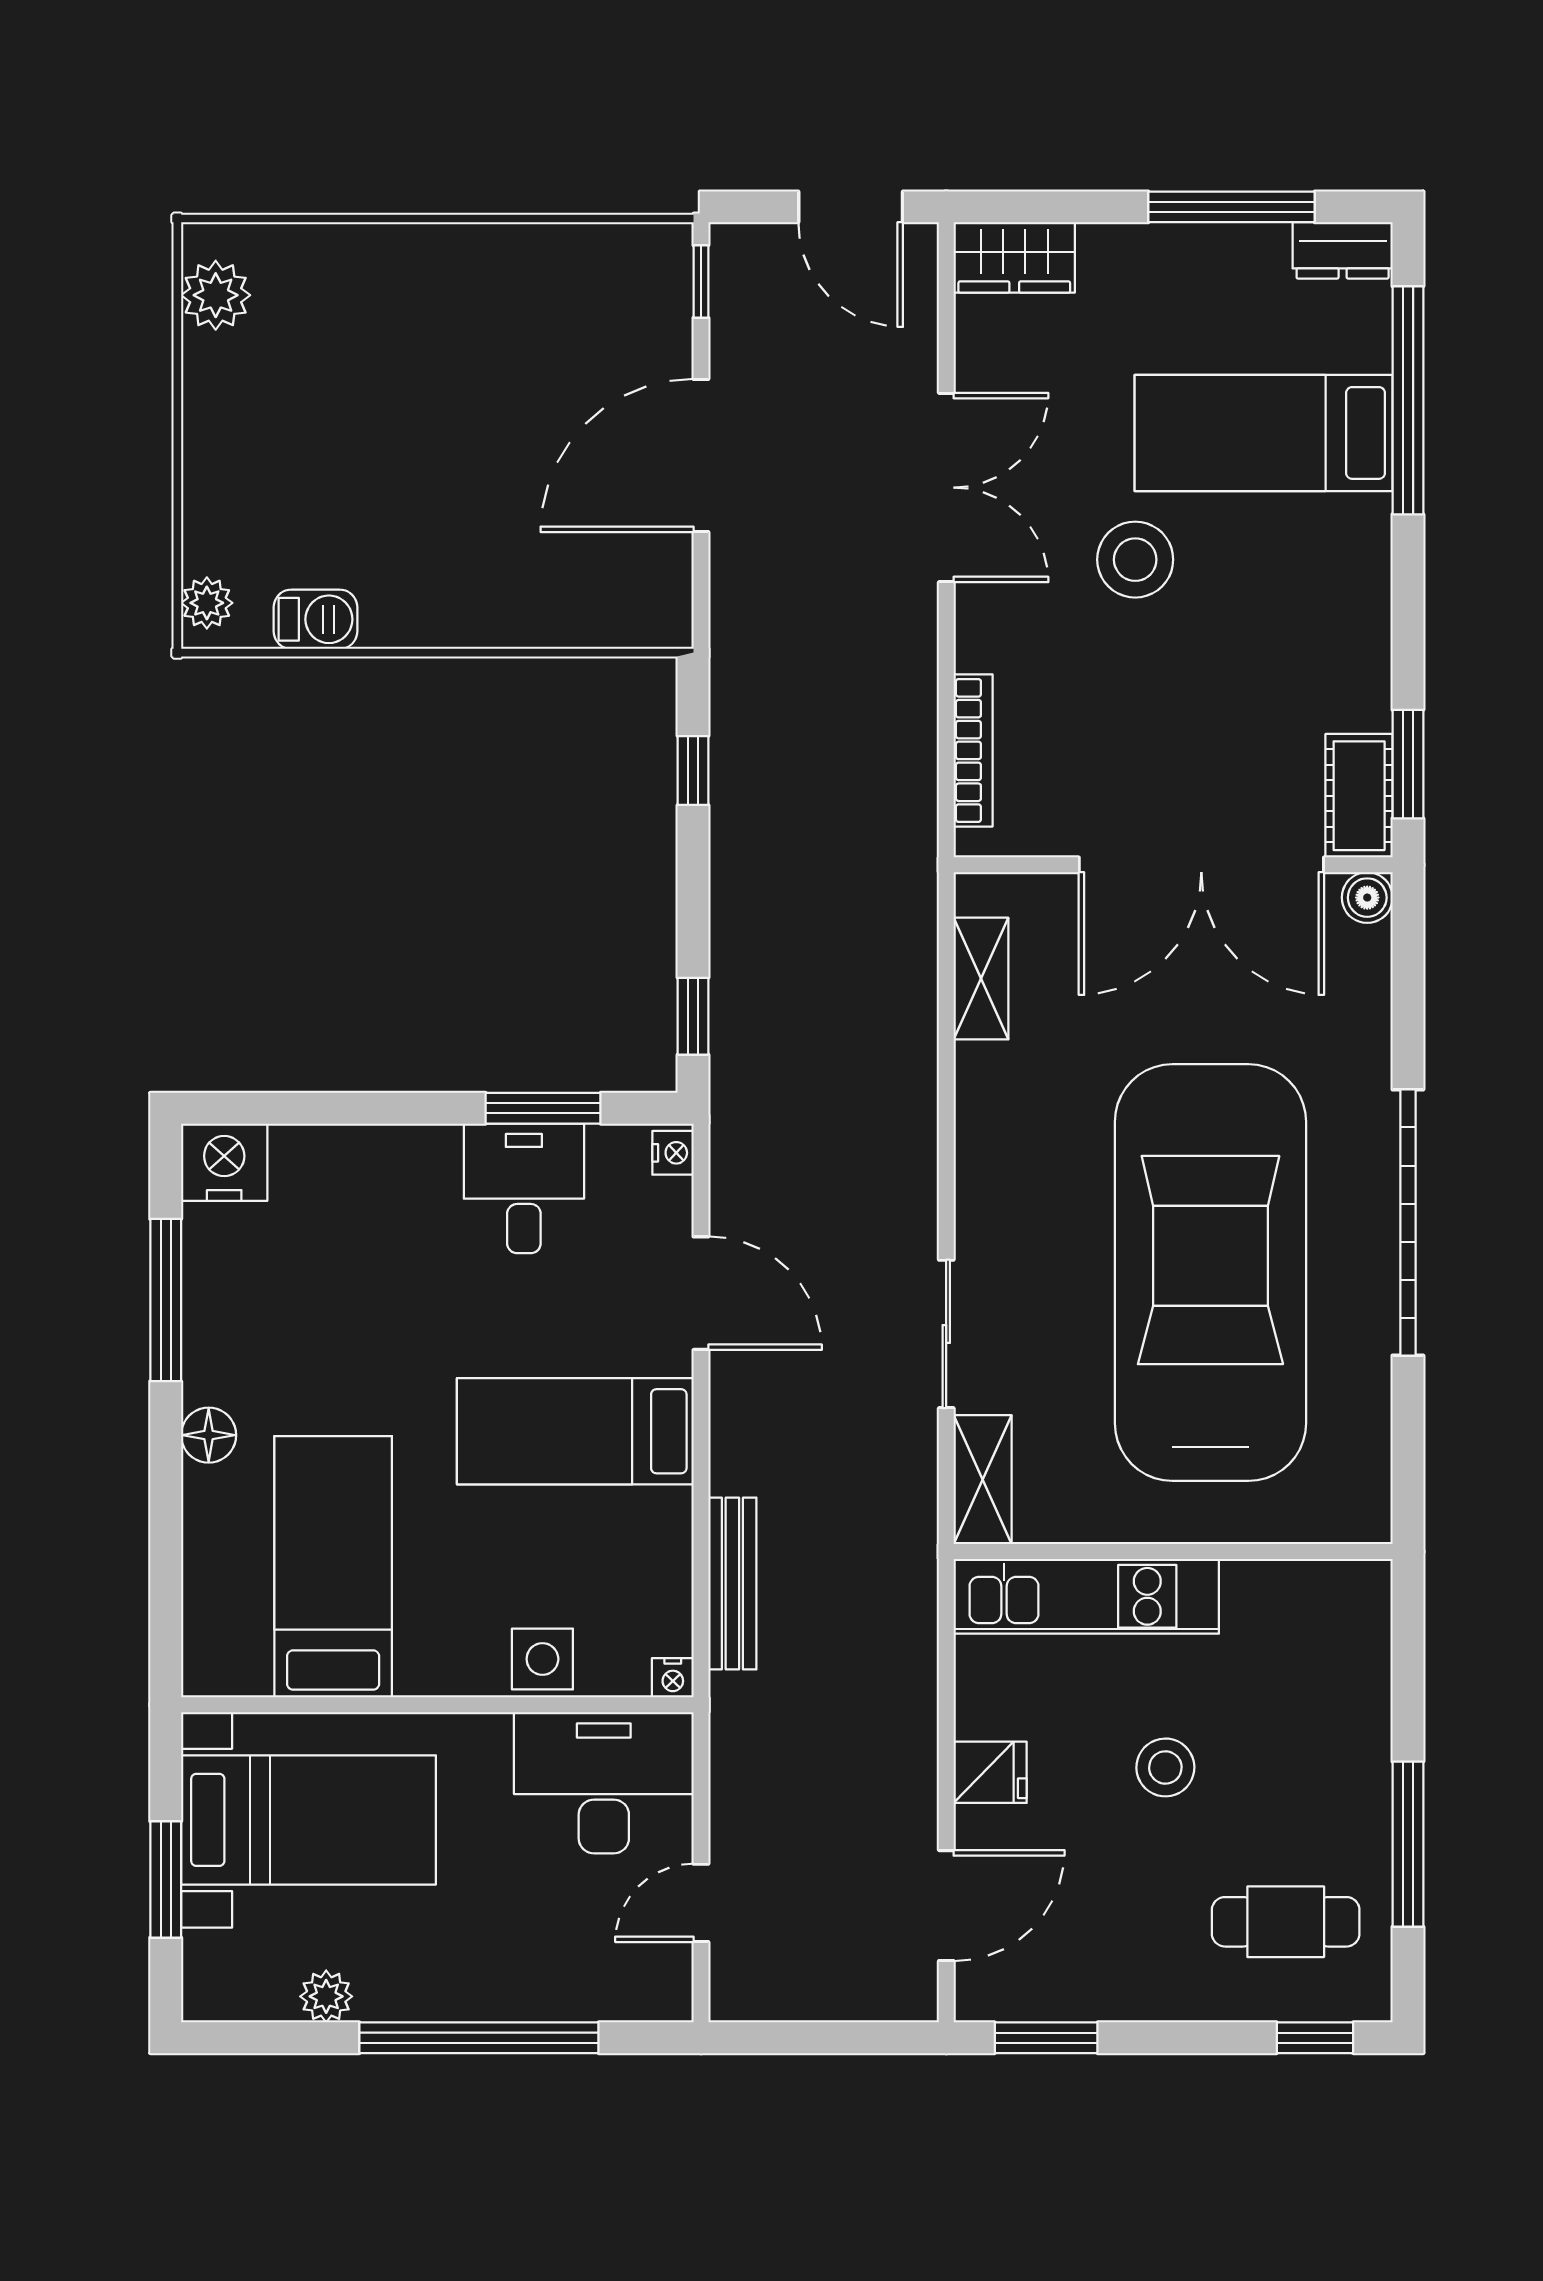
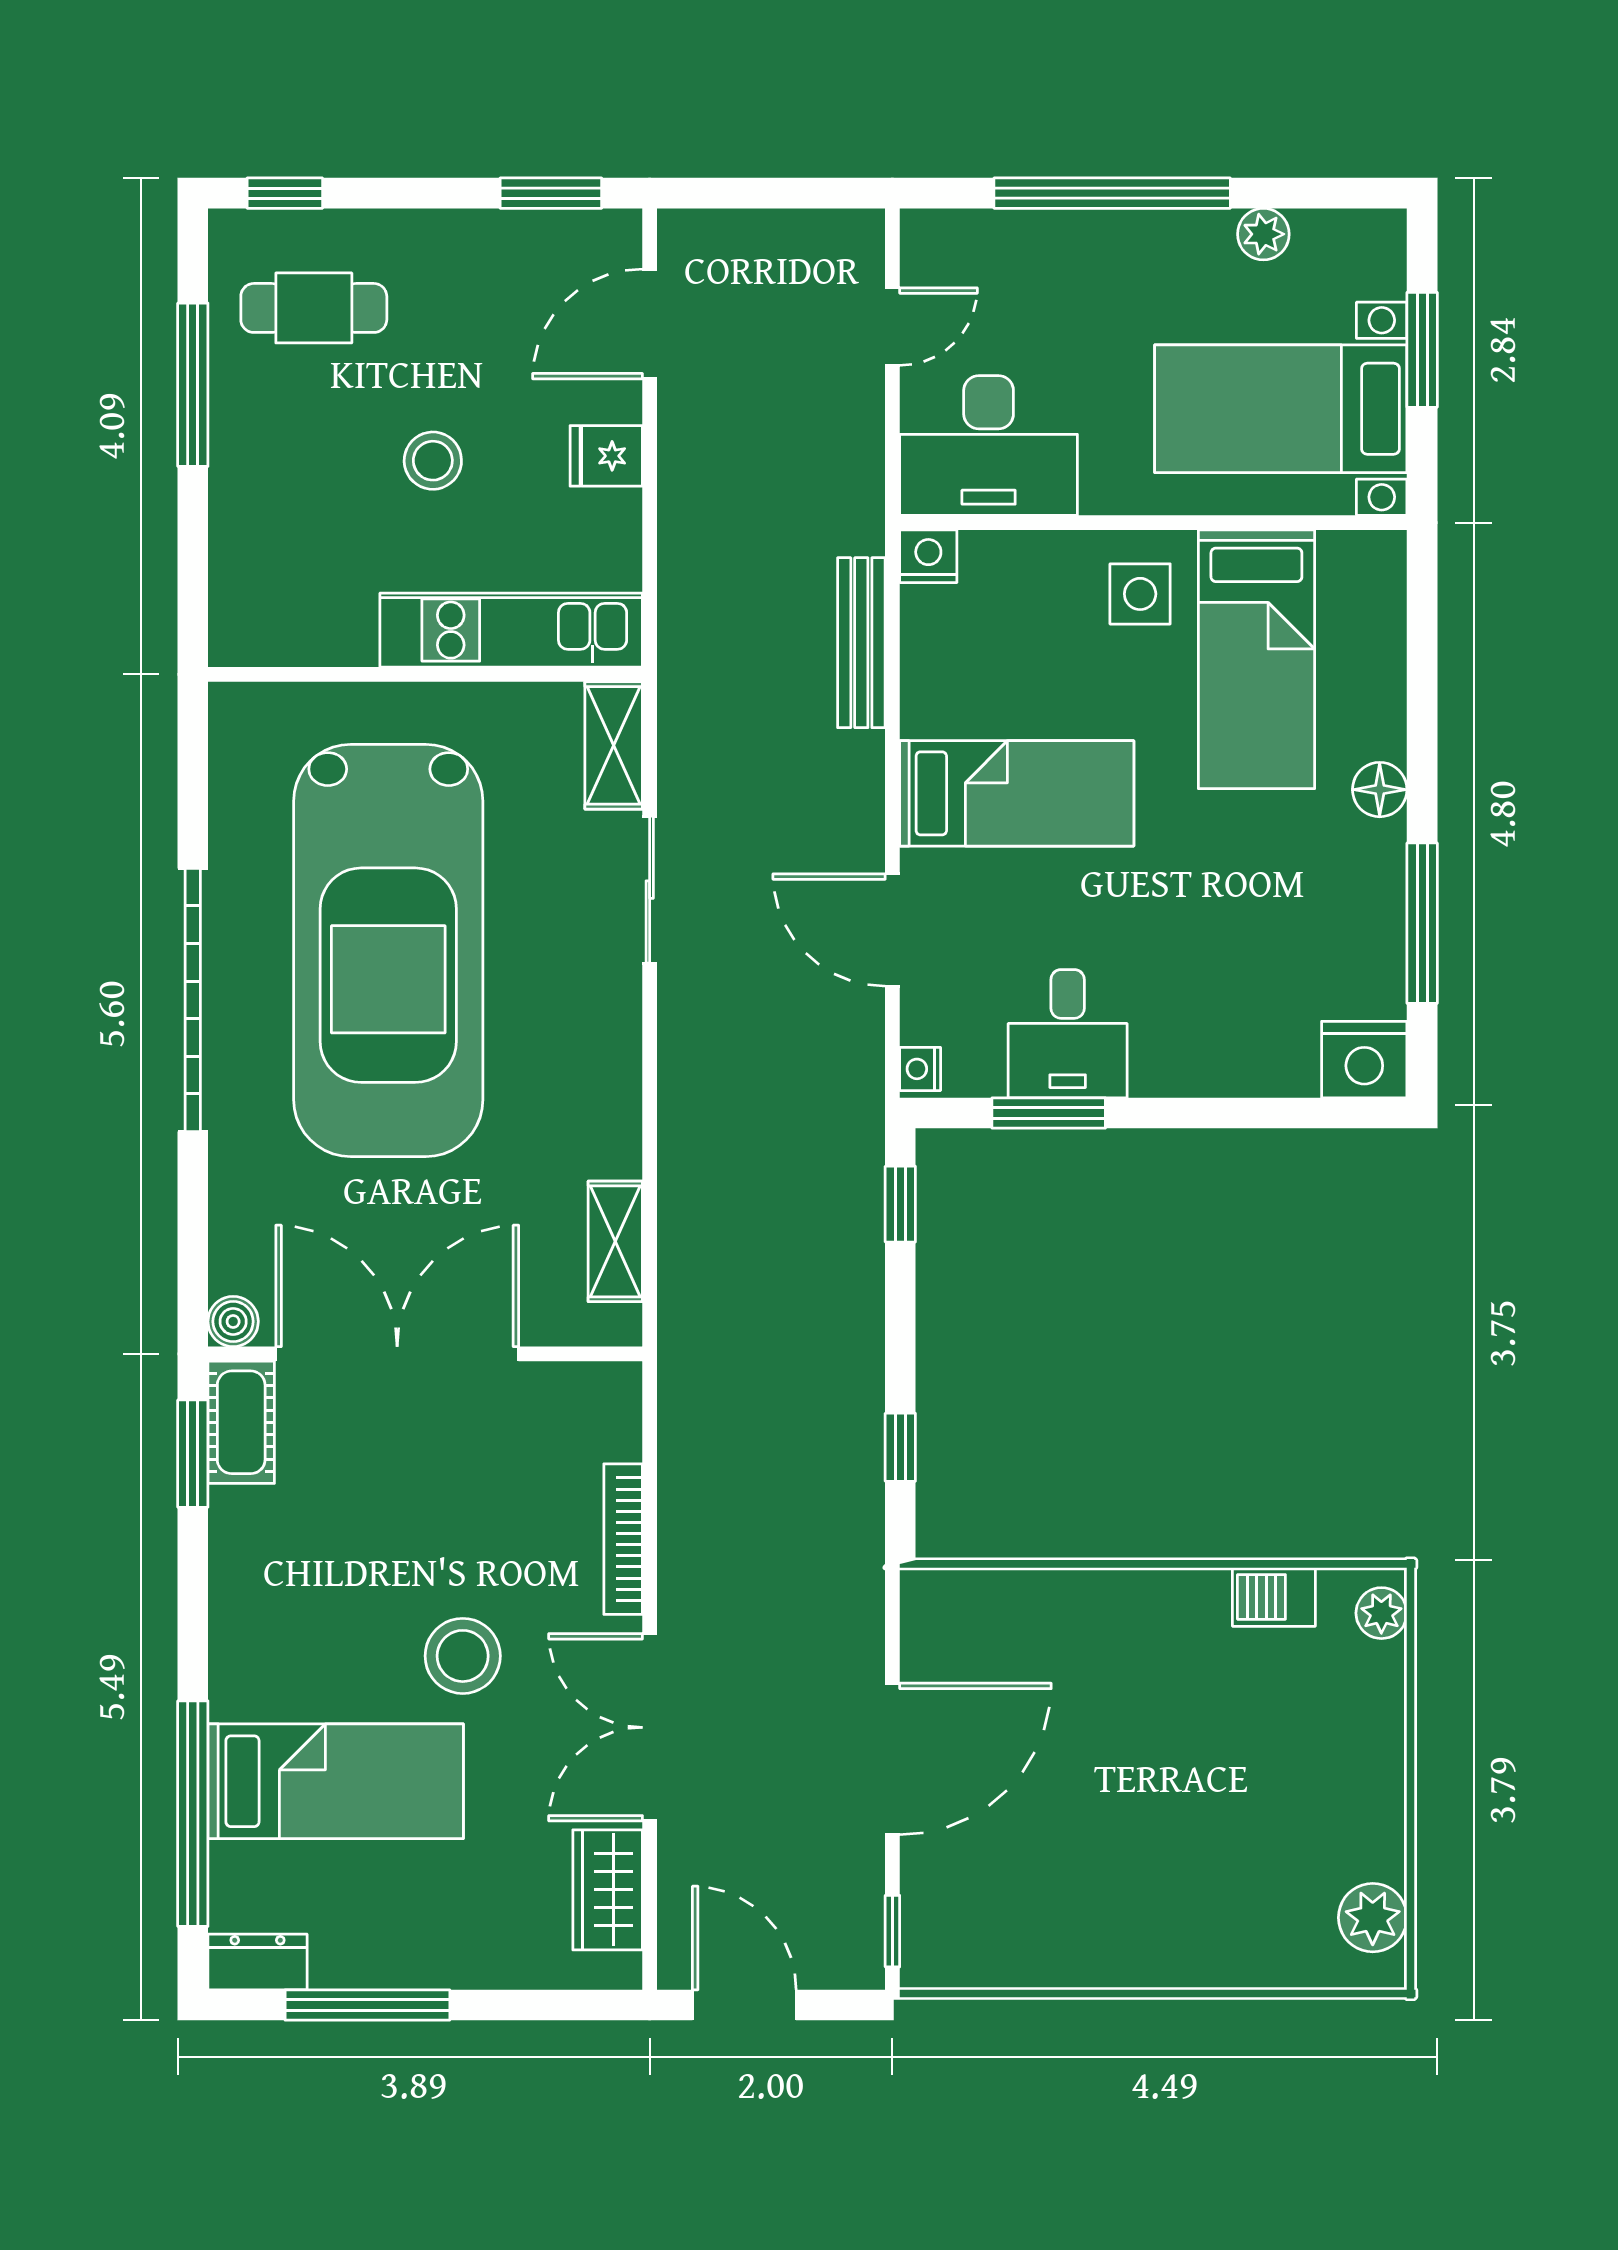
wardrobe: (1014, 257) -> (608, 1890), moved, turned -90
bookcase: (973, 750) -> (623, 1539), moved
side table: (542, 1659) -> (1140, 594), moved
nightstand: (673, 1678) -> (928, 556), width x1.39, depth x1.35

